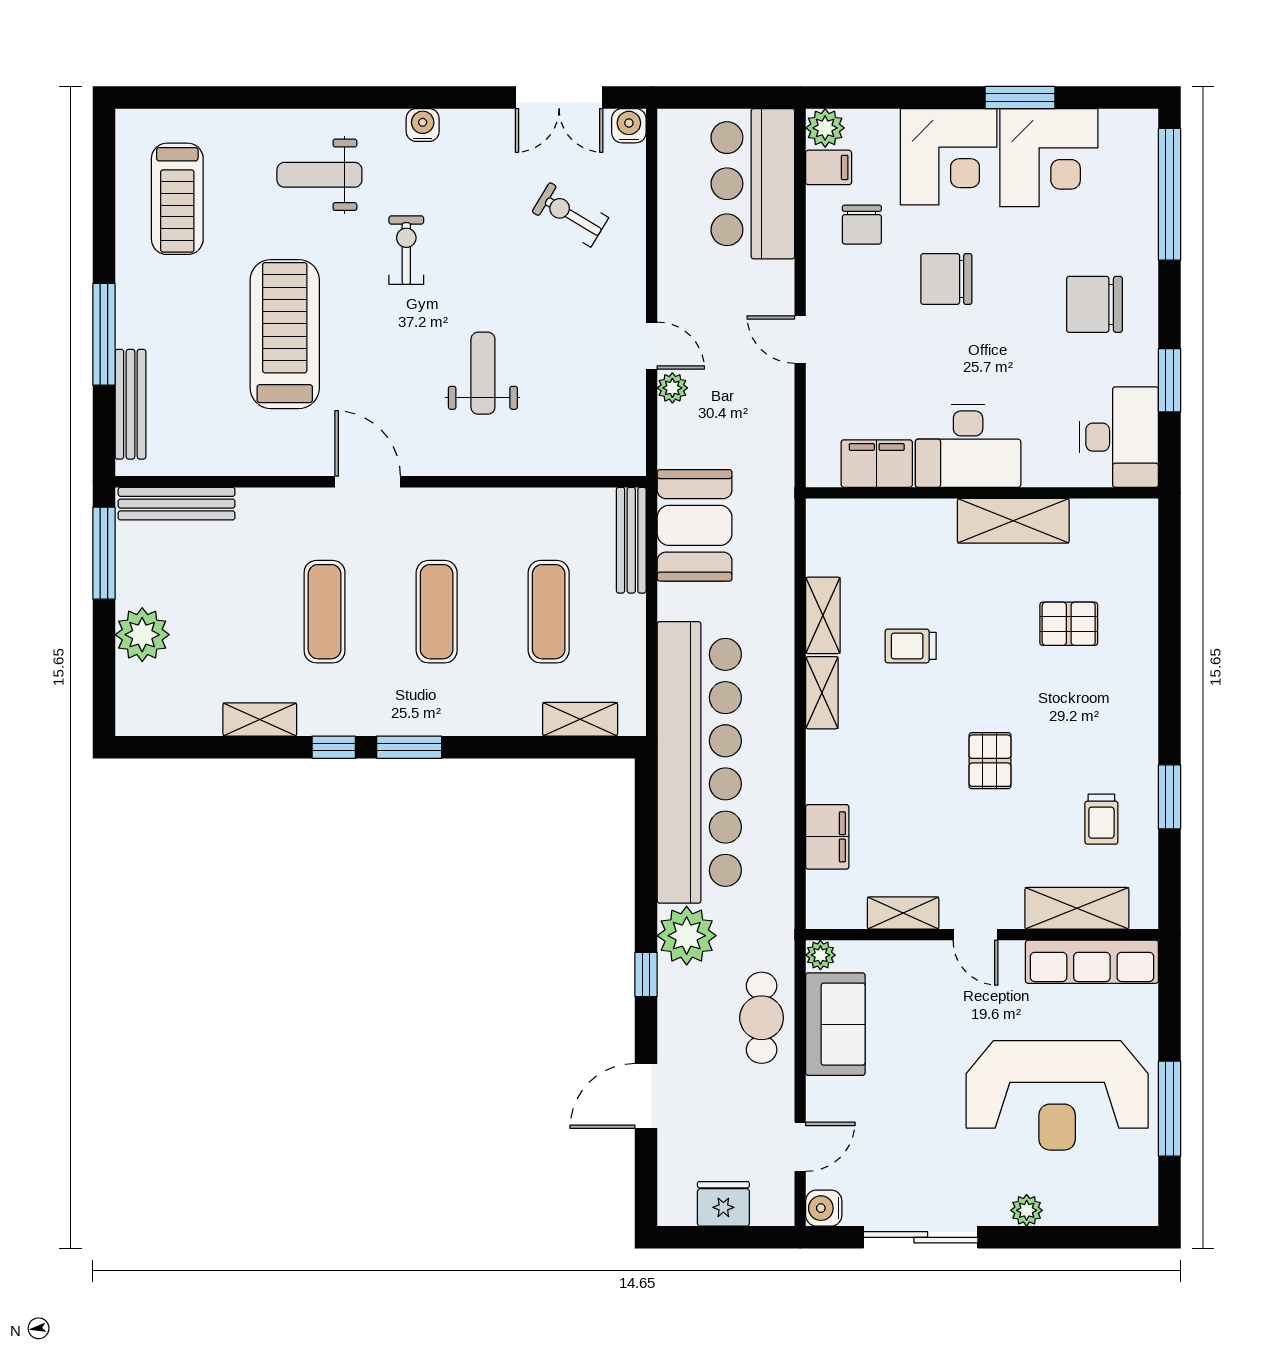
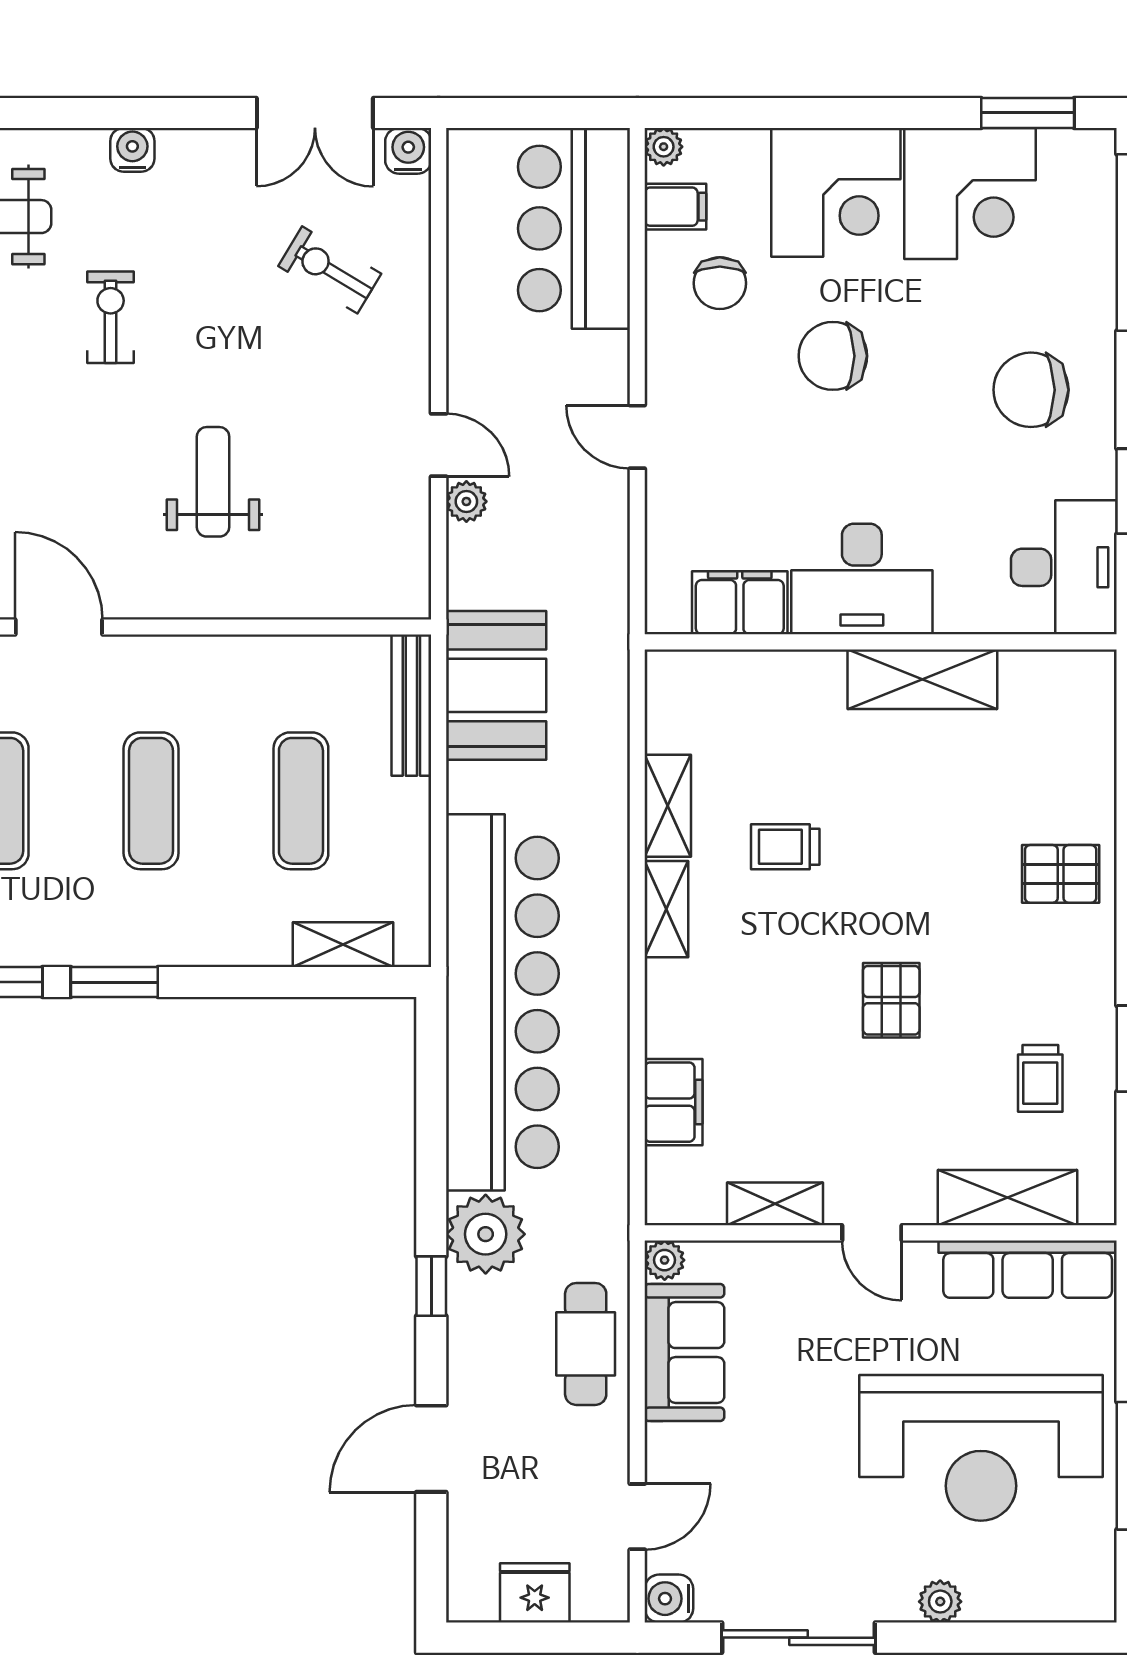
window: (1020, 97) -> (1028, 113), moved
plant: (825, 128) -> (664, 147), width x0.73, depth x0.73
pallet: (1069, 624) -> (1061, 874), moved

